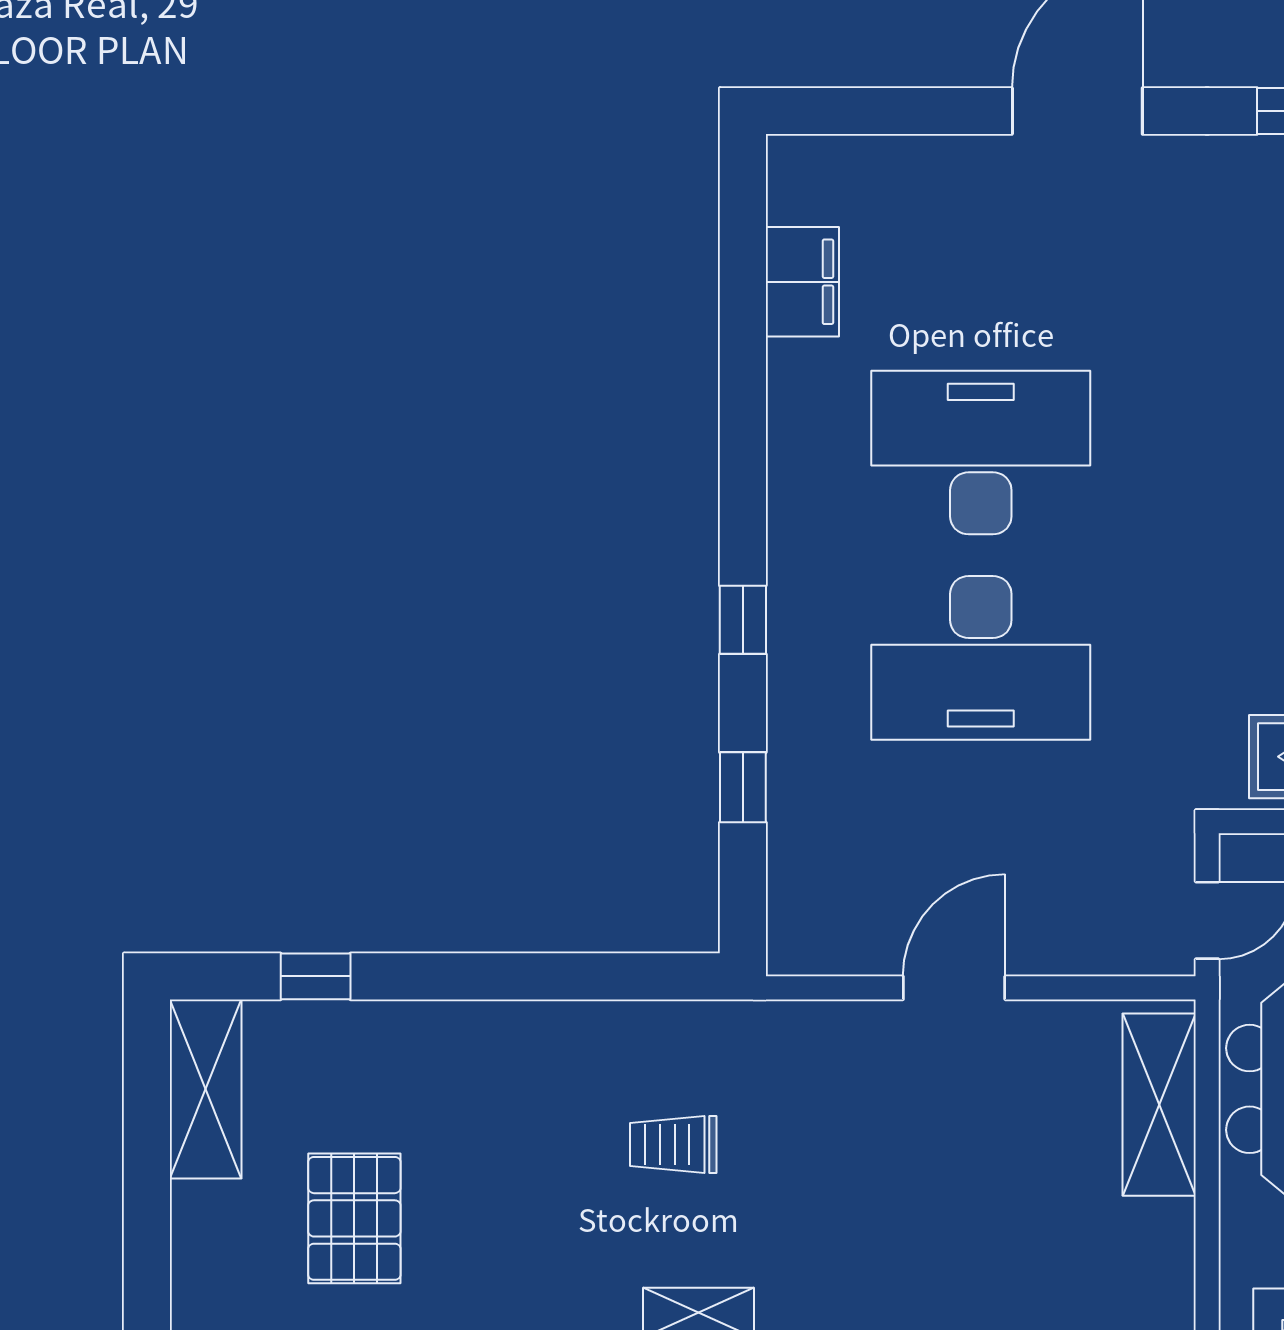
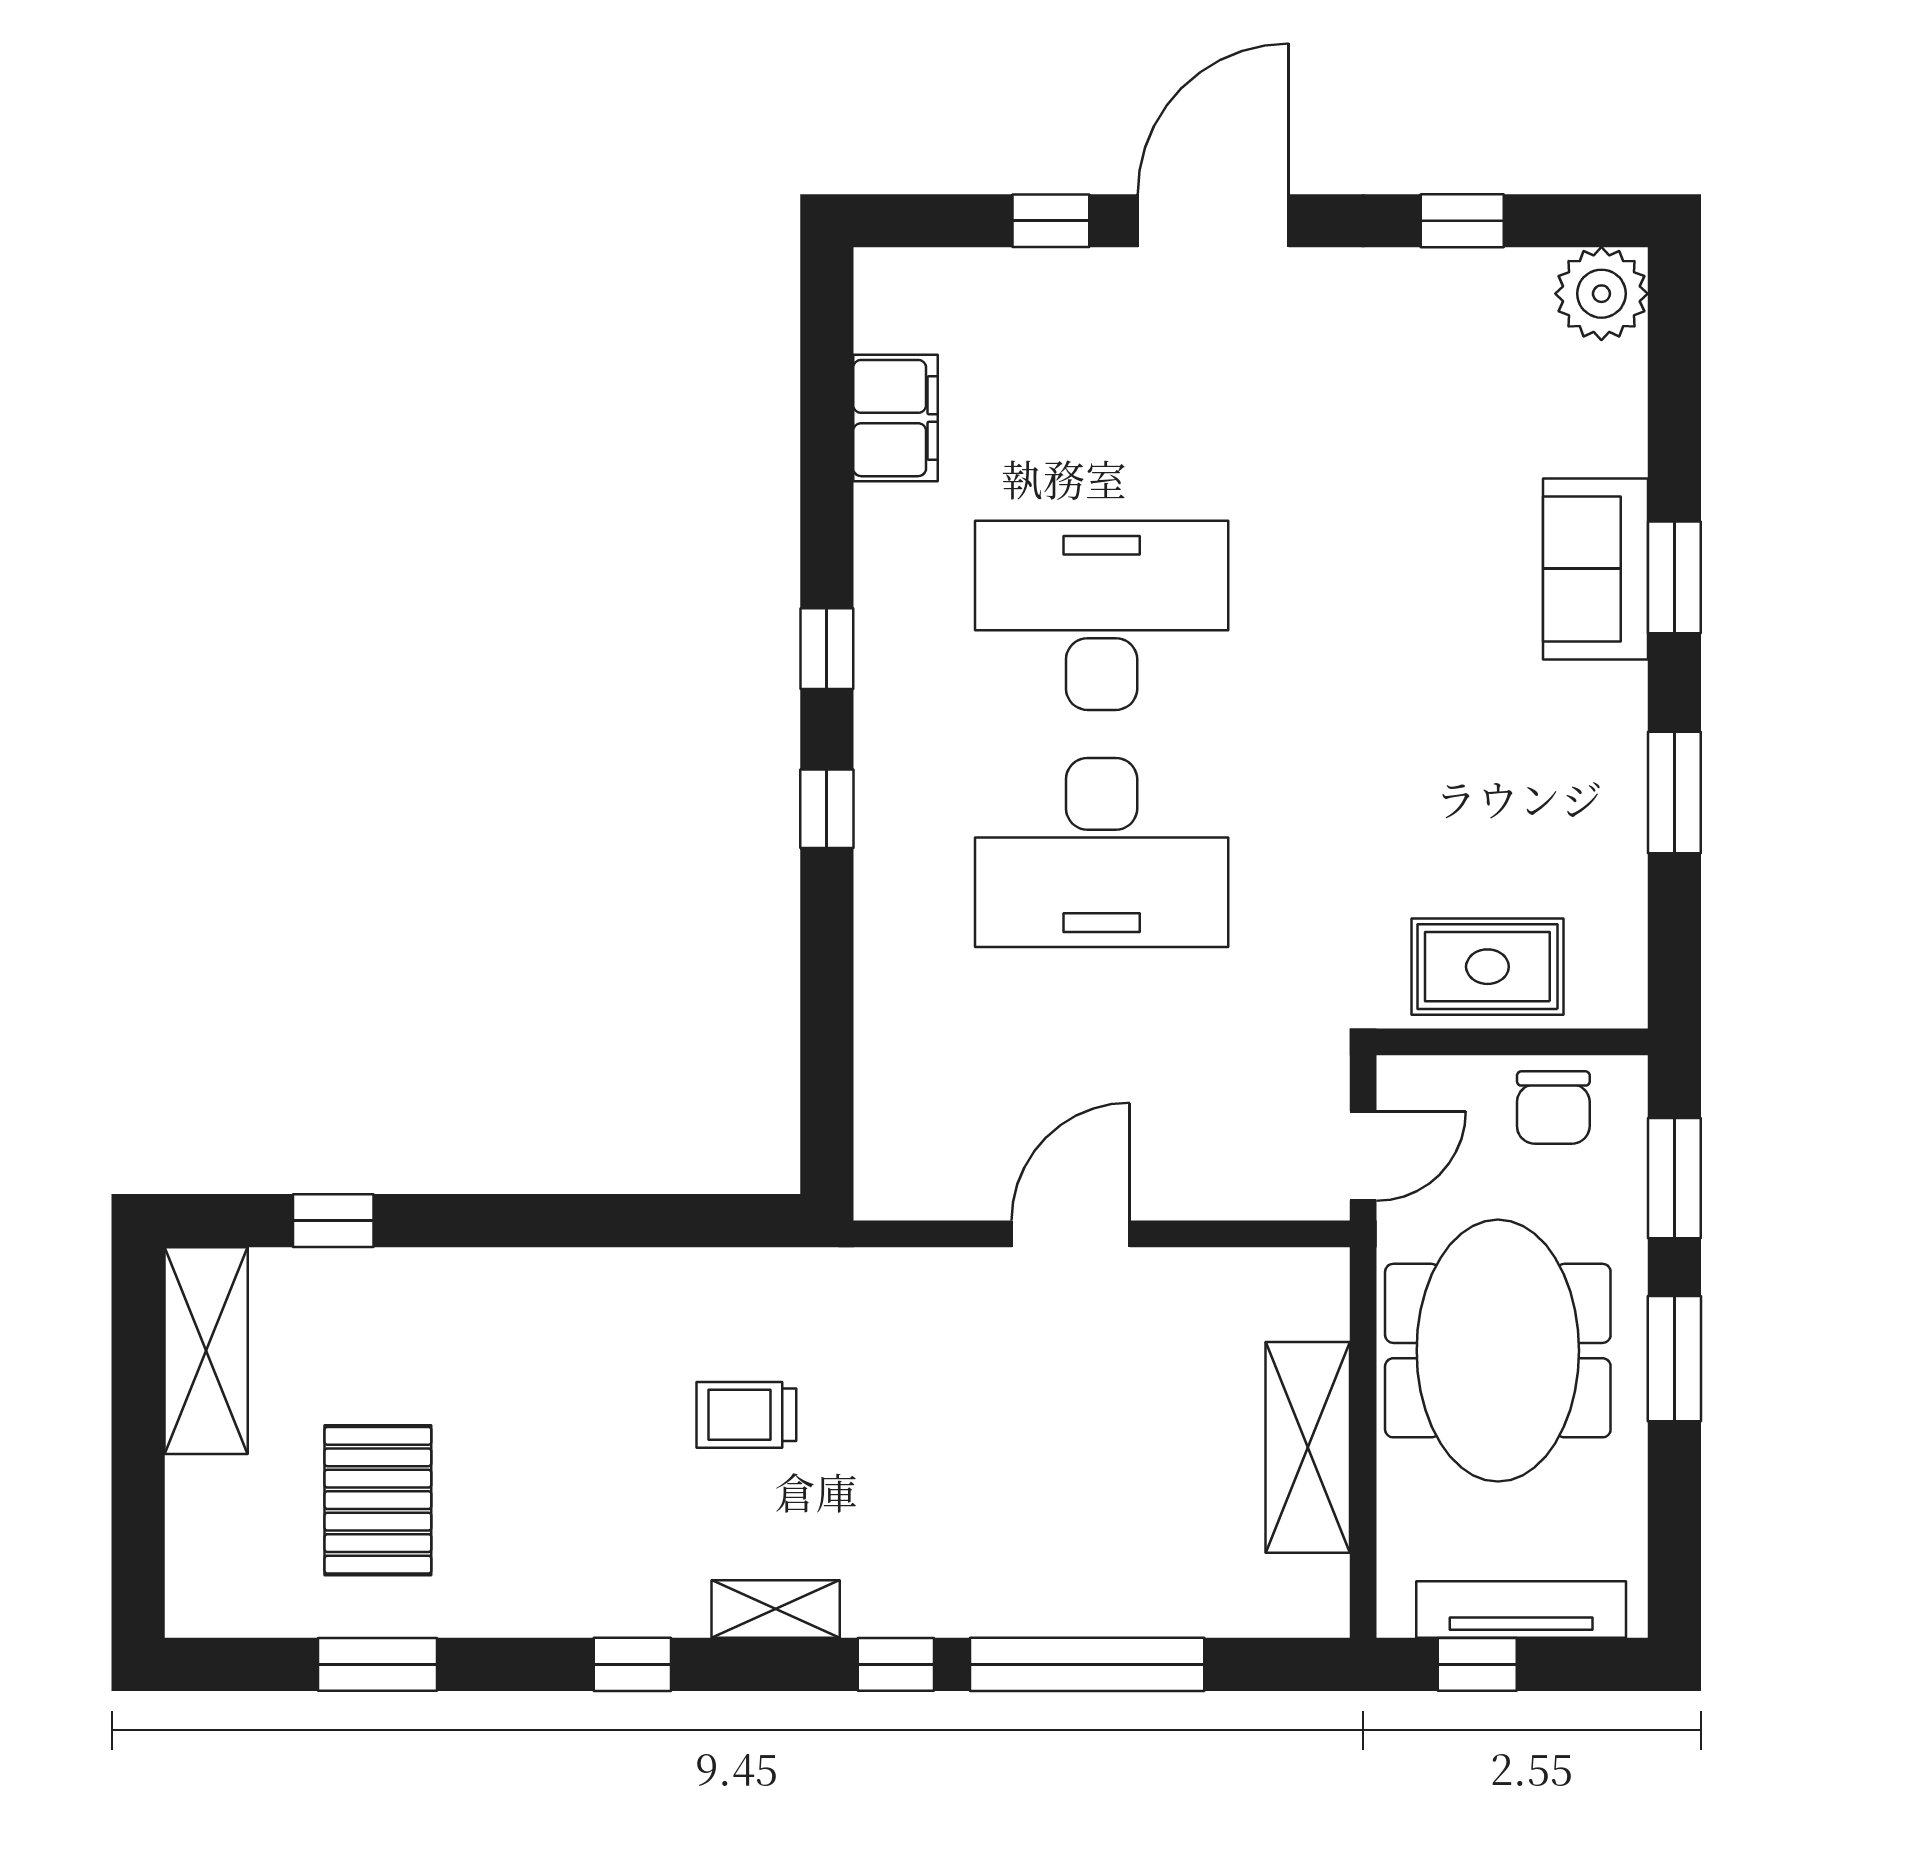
window: (937, 111) -> (1051, 221), added
window: (743, 787) -> (827, 649), moved
shelving: (1159, 1105) -> (1308, 1447), moved

